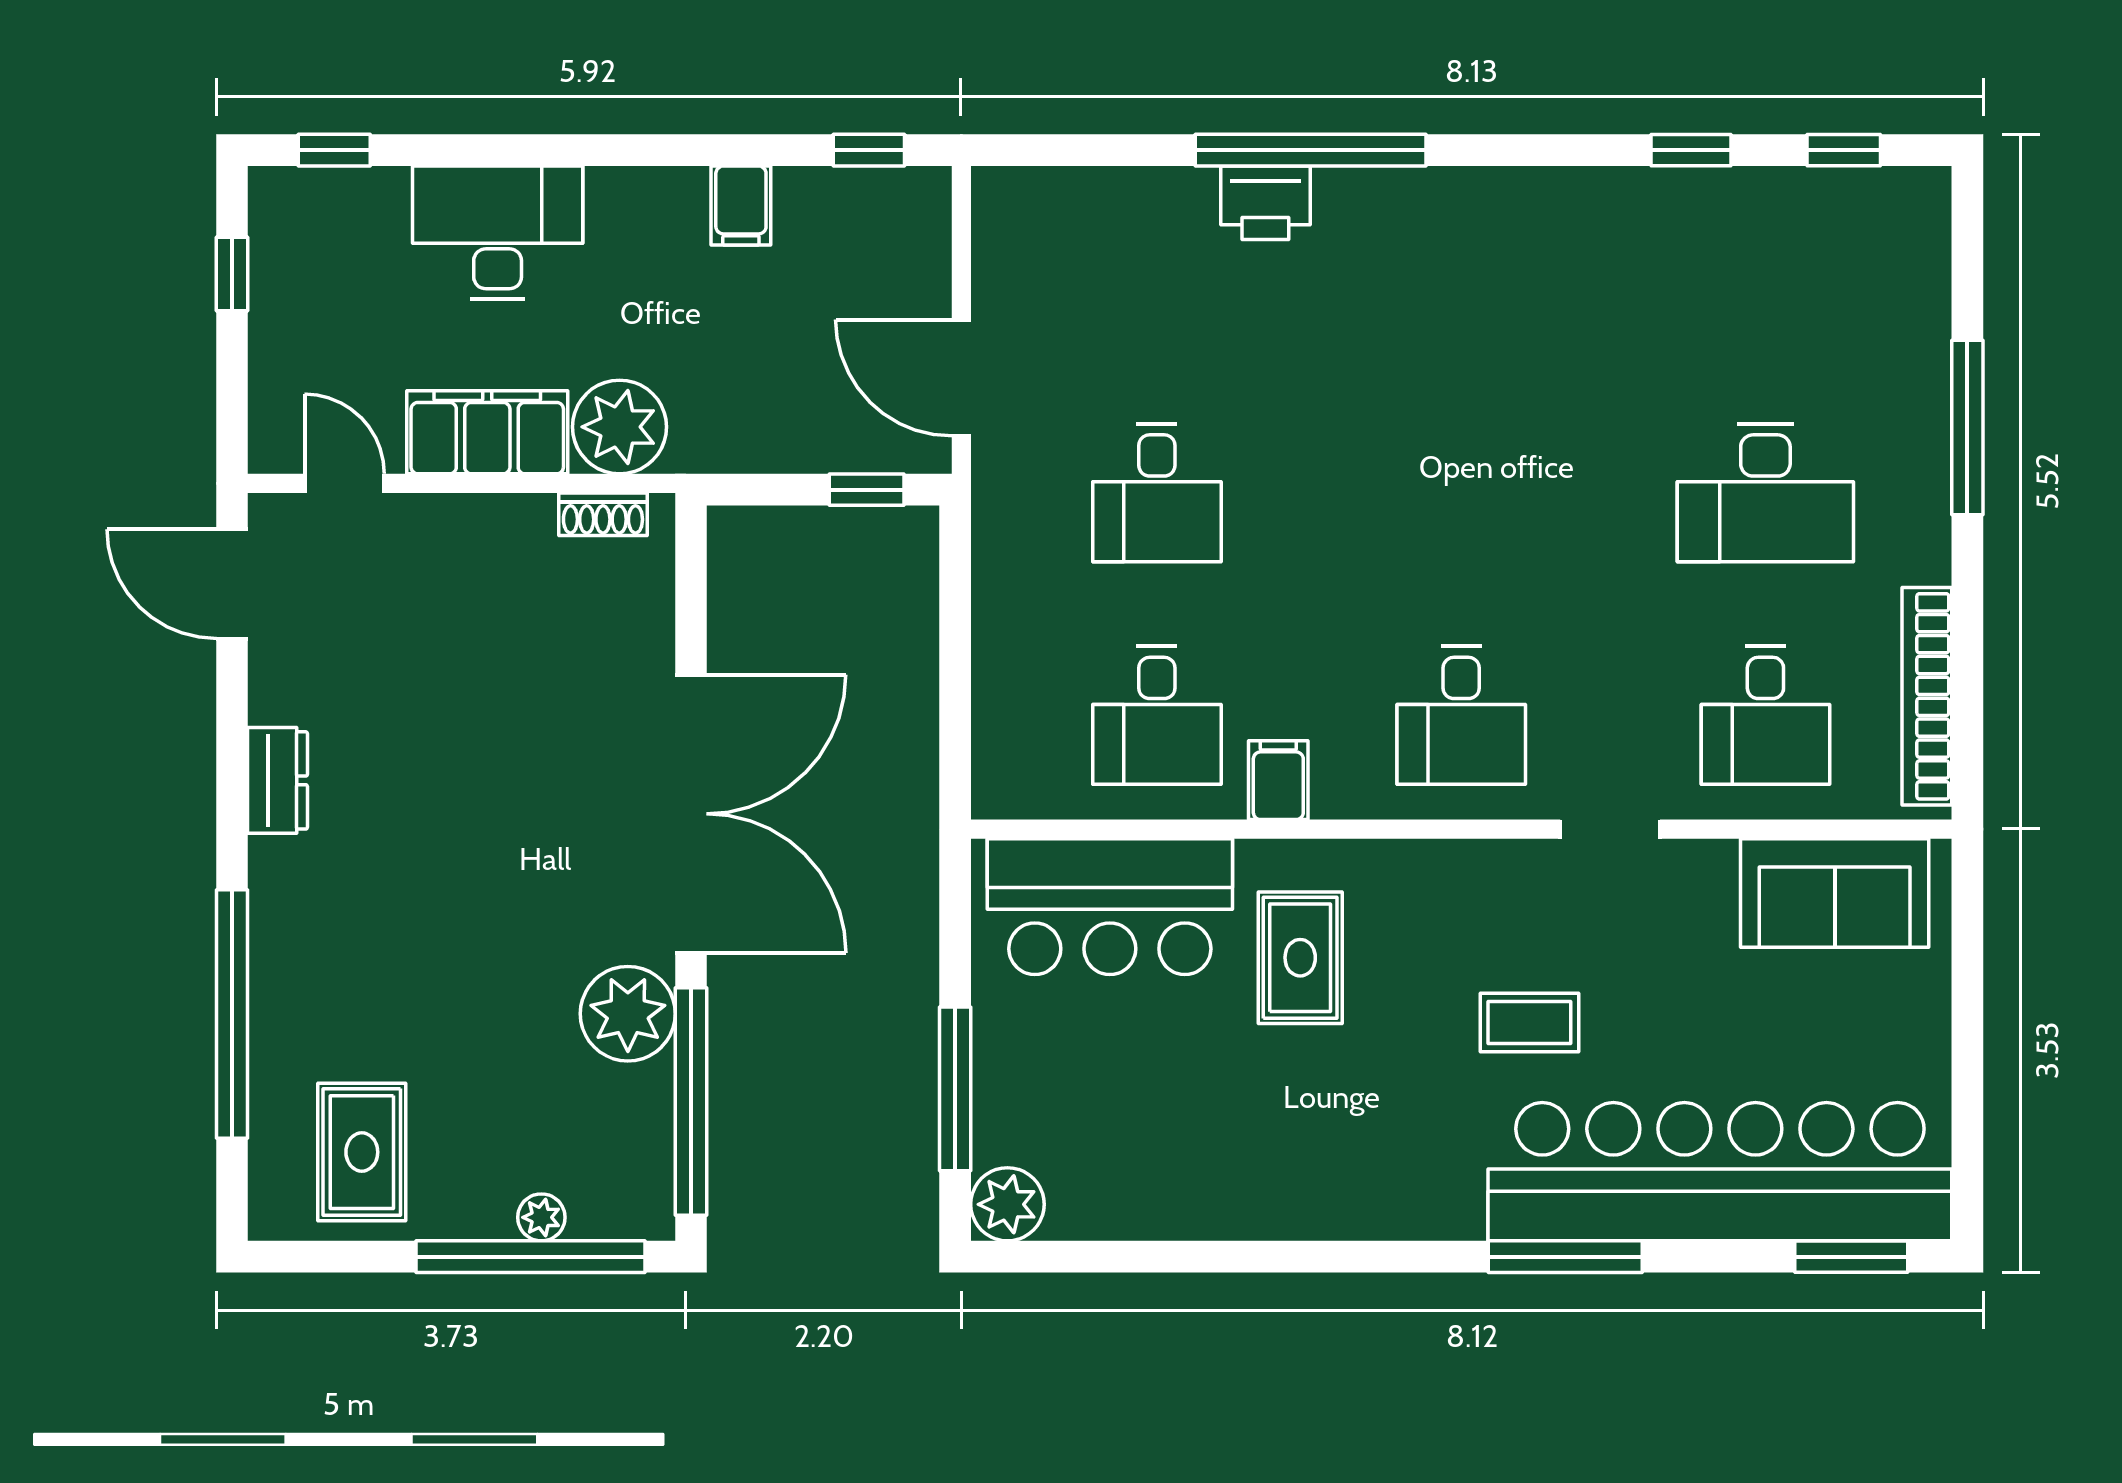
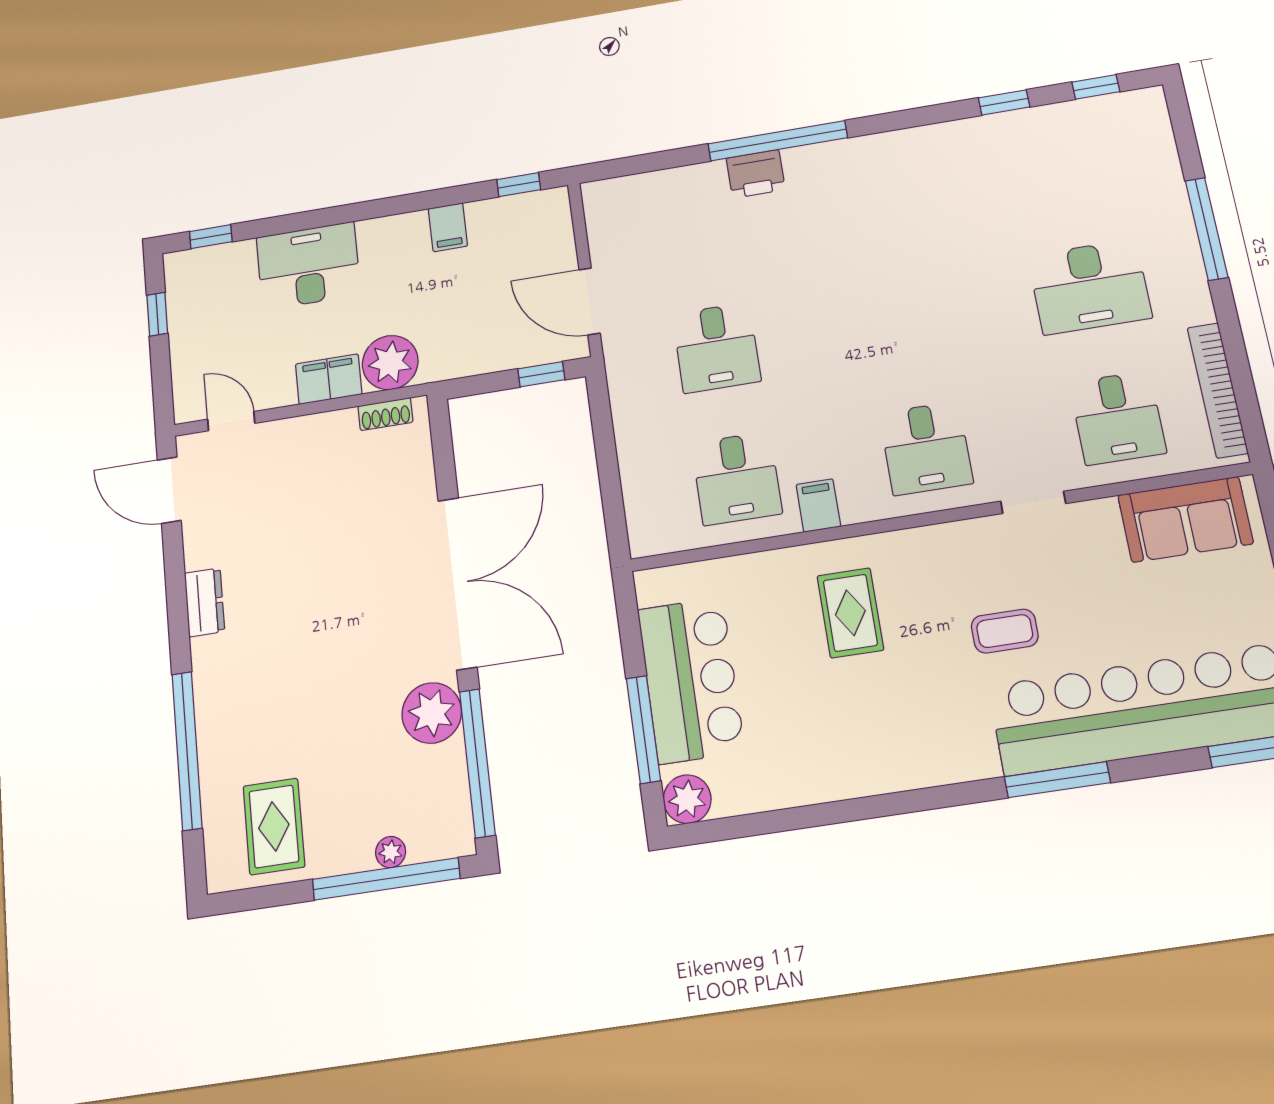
filing cabinet: (487, 432) -> (329, 379), width x0.67, depth x0.86
bar counter: (1110, 907) -> (691, 680), moved, turned -90

